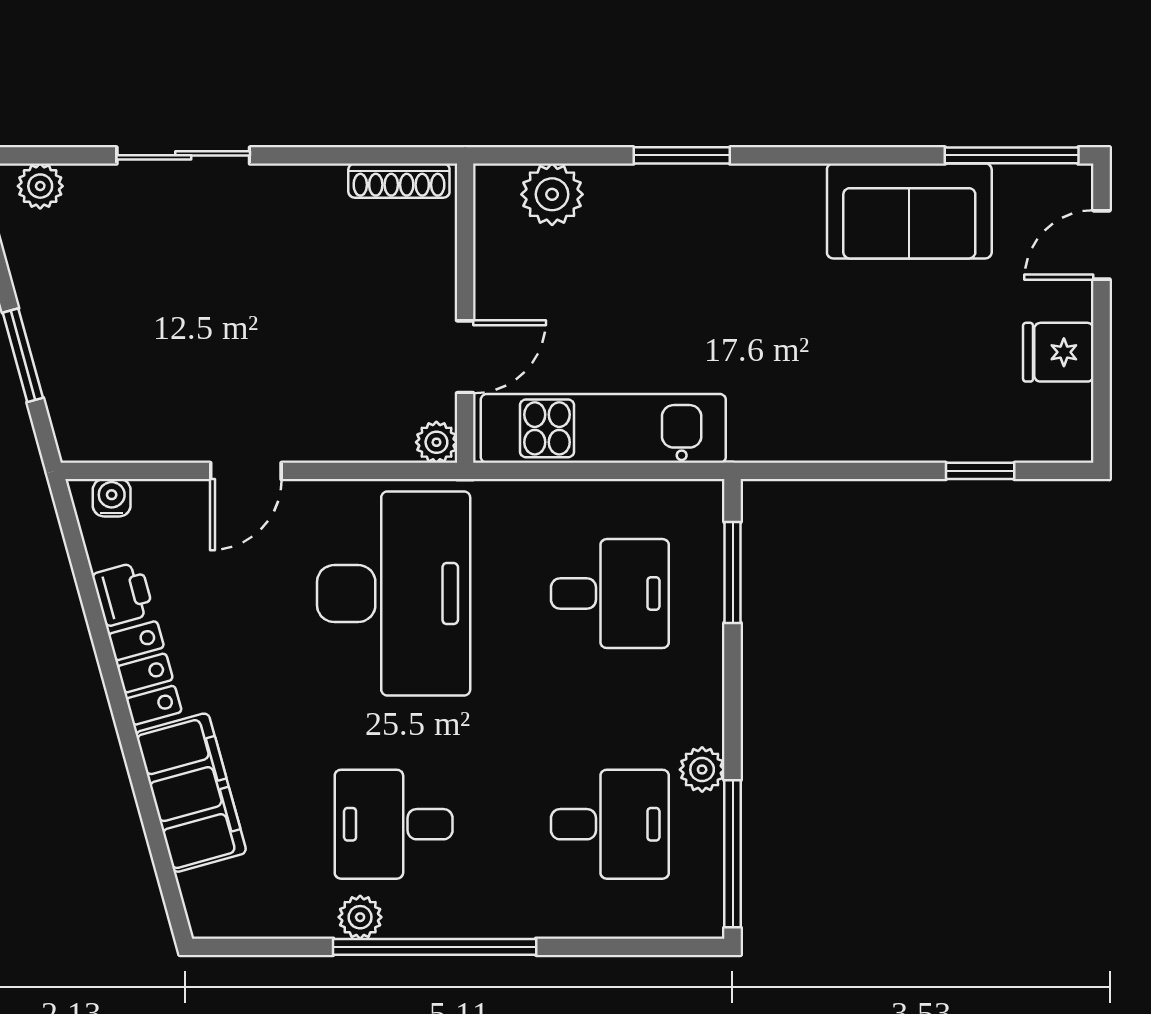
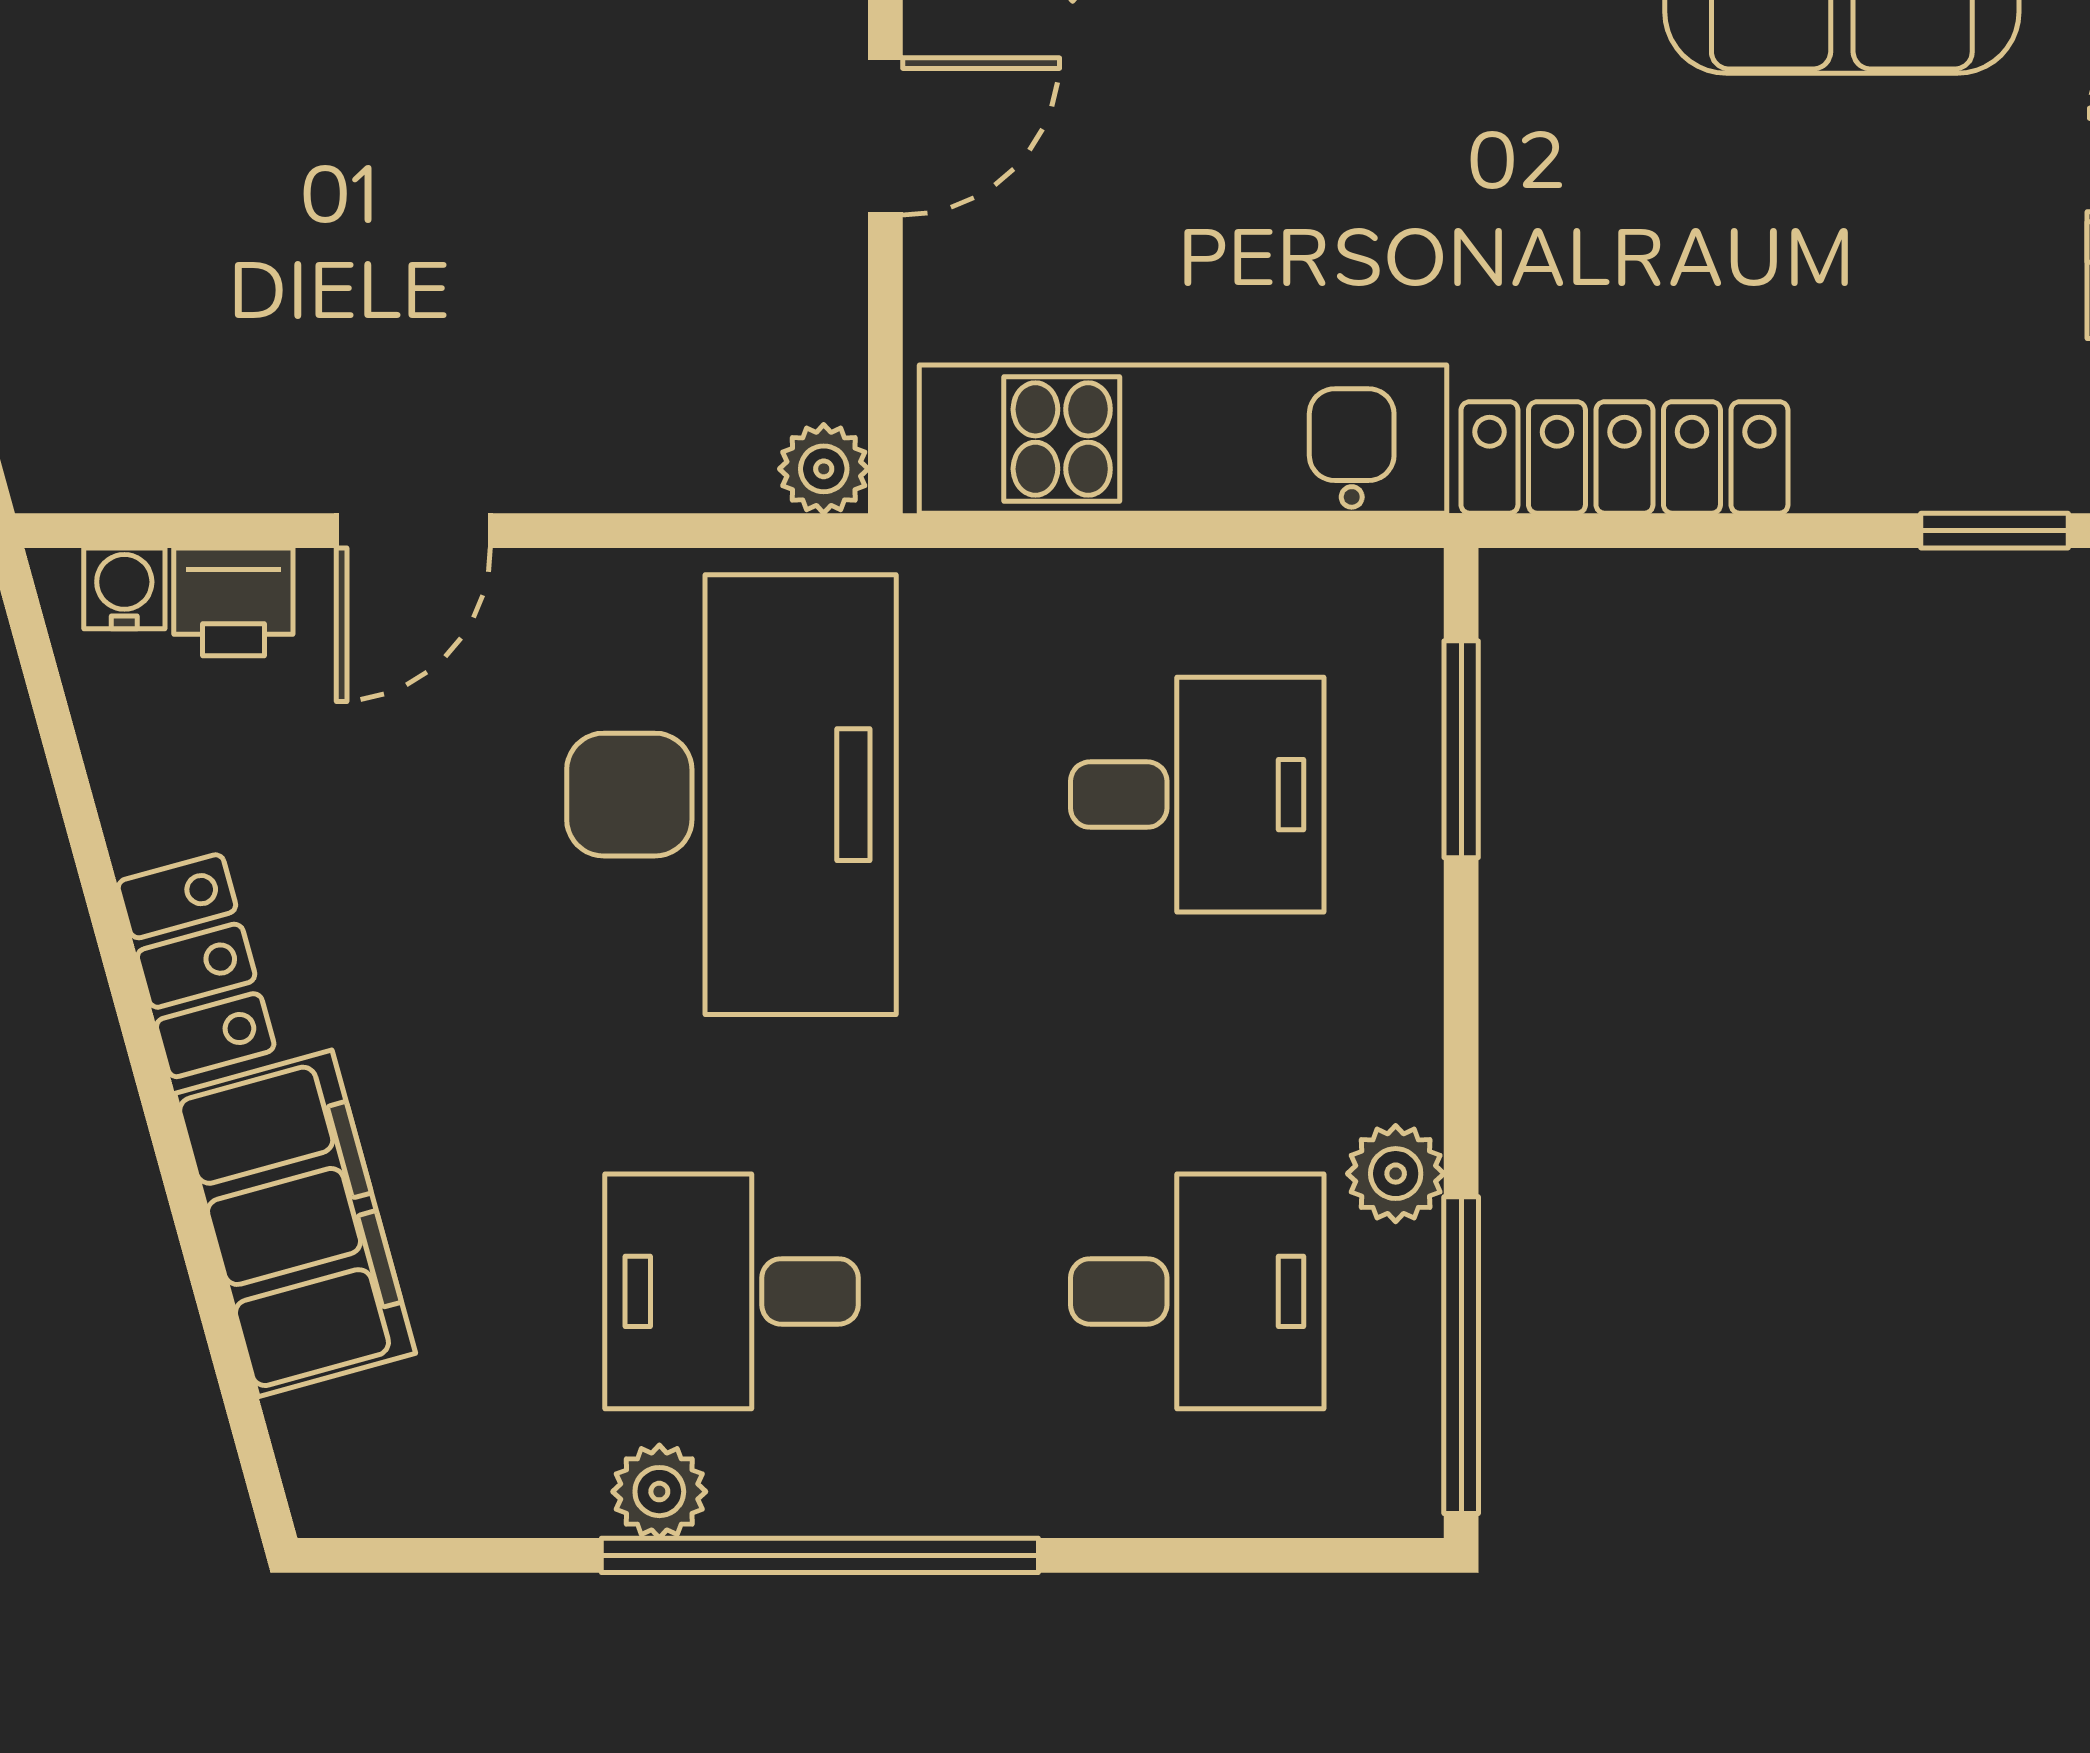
door: (465, 357) -> (885, 136), moved
locker: (808, 437) -> (1624, 457), added
printer: (123, 594) -> (233, 602), moved, turned 105

